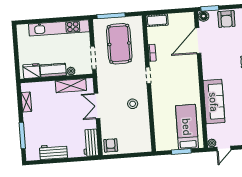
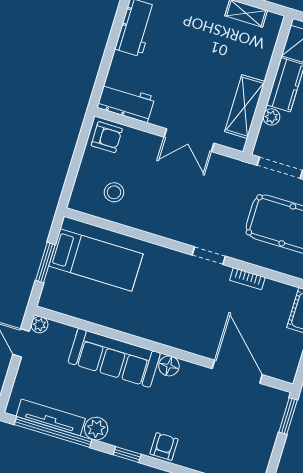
floor lamp: (204, 16) -> (169, 366), moved
armchair: (226, 19) -> (257, 439), removed
stool: (133, 104) -> (114, 192), moved
double door: (97, 106) -> (189, 140), swing flipped
bed: (187, 127) -> (96, 260), moved

